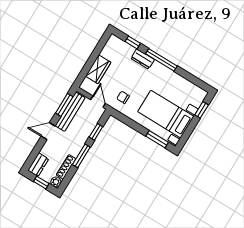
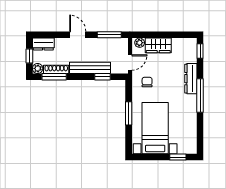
window: (133, 42) -> (200, 51), moved
dresser: (143, 59) -> (191, 79), width x1.44
plant: (86, 83) -> (140, 43), added
bench: (70, 112) -> (90, 68), moved
window: (157, 139) -> (129, 113), moved
window: (81, 156) -> (54, 77), moved

